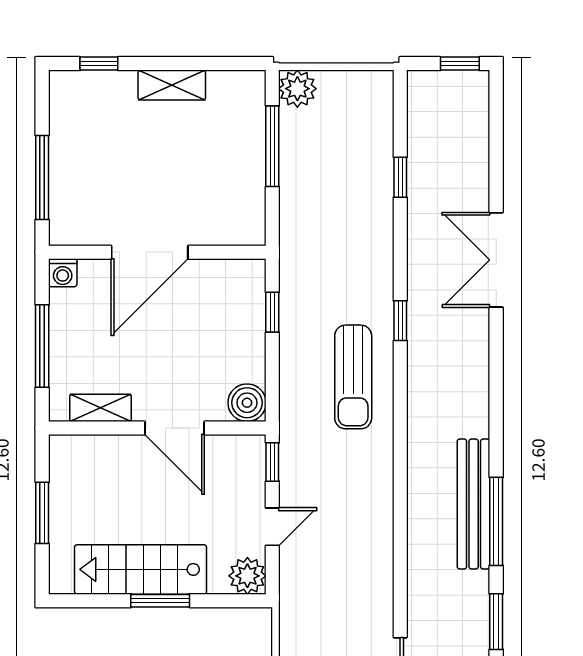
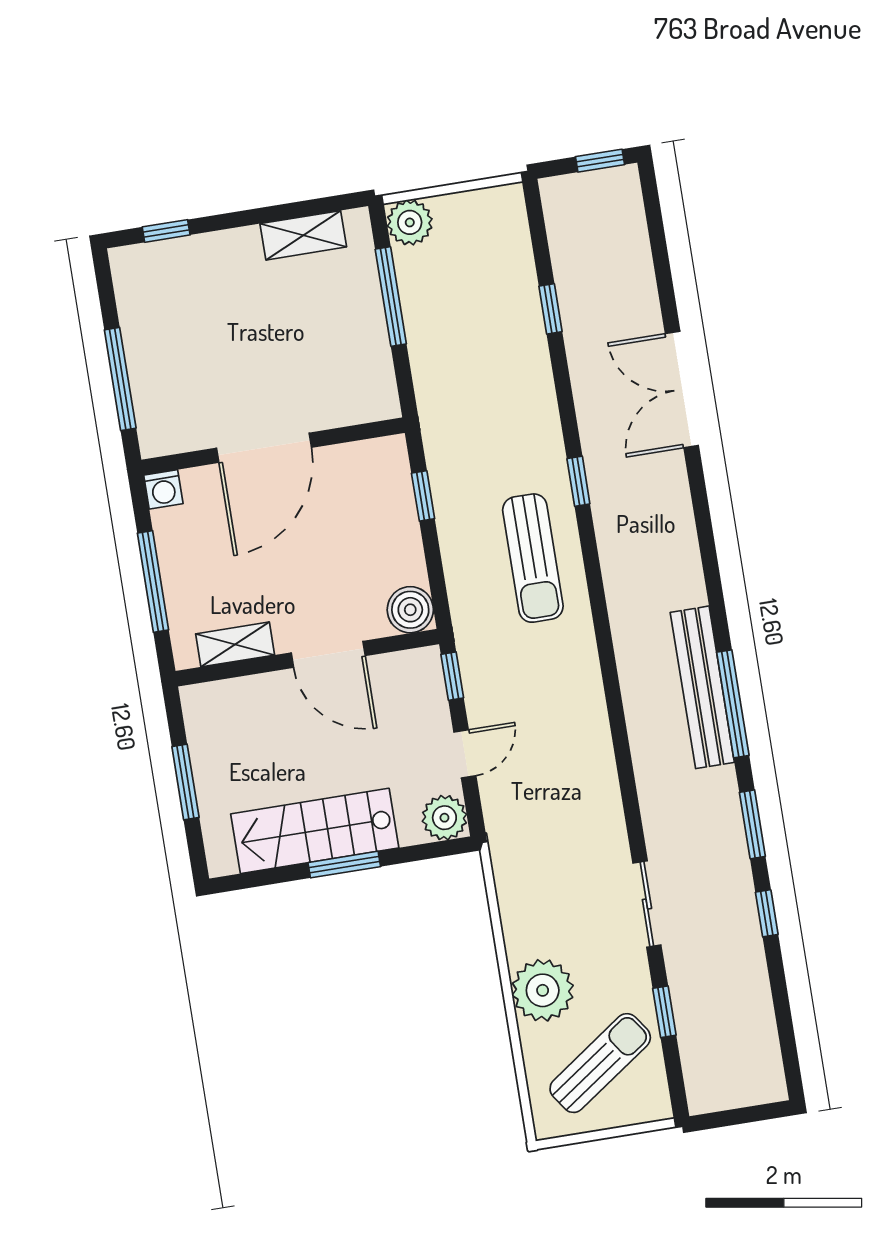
shelving: (172, 85) -> (303, 235), moved

